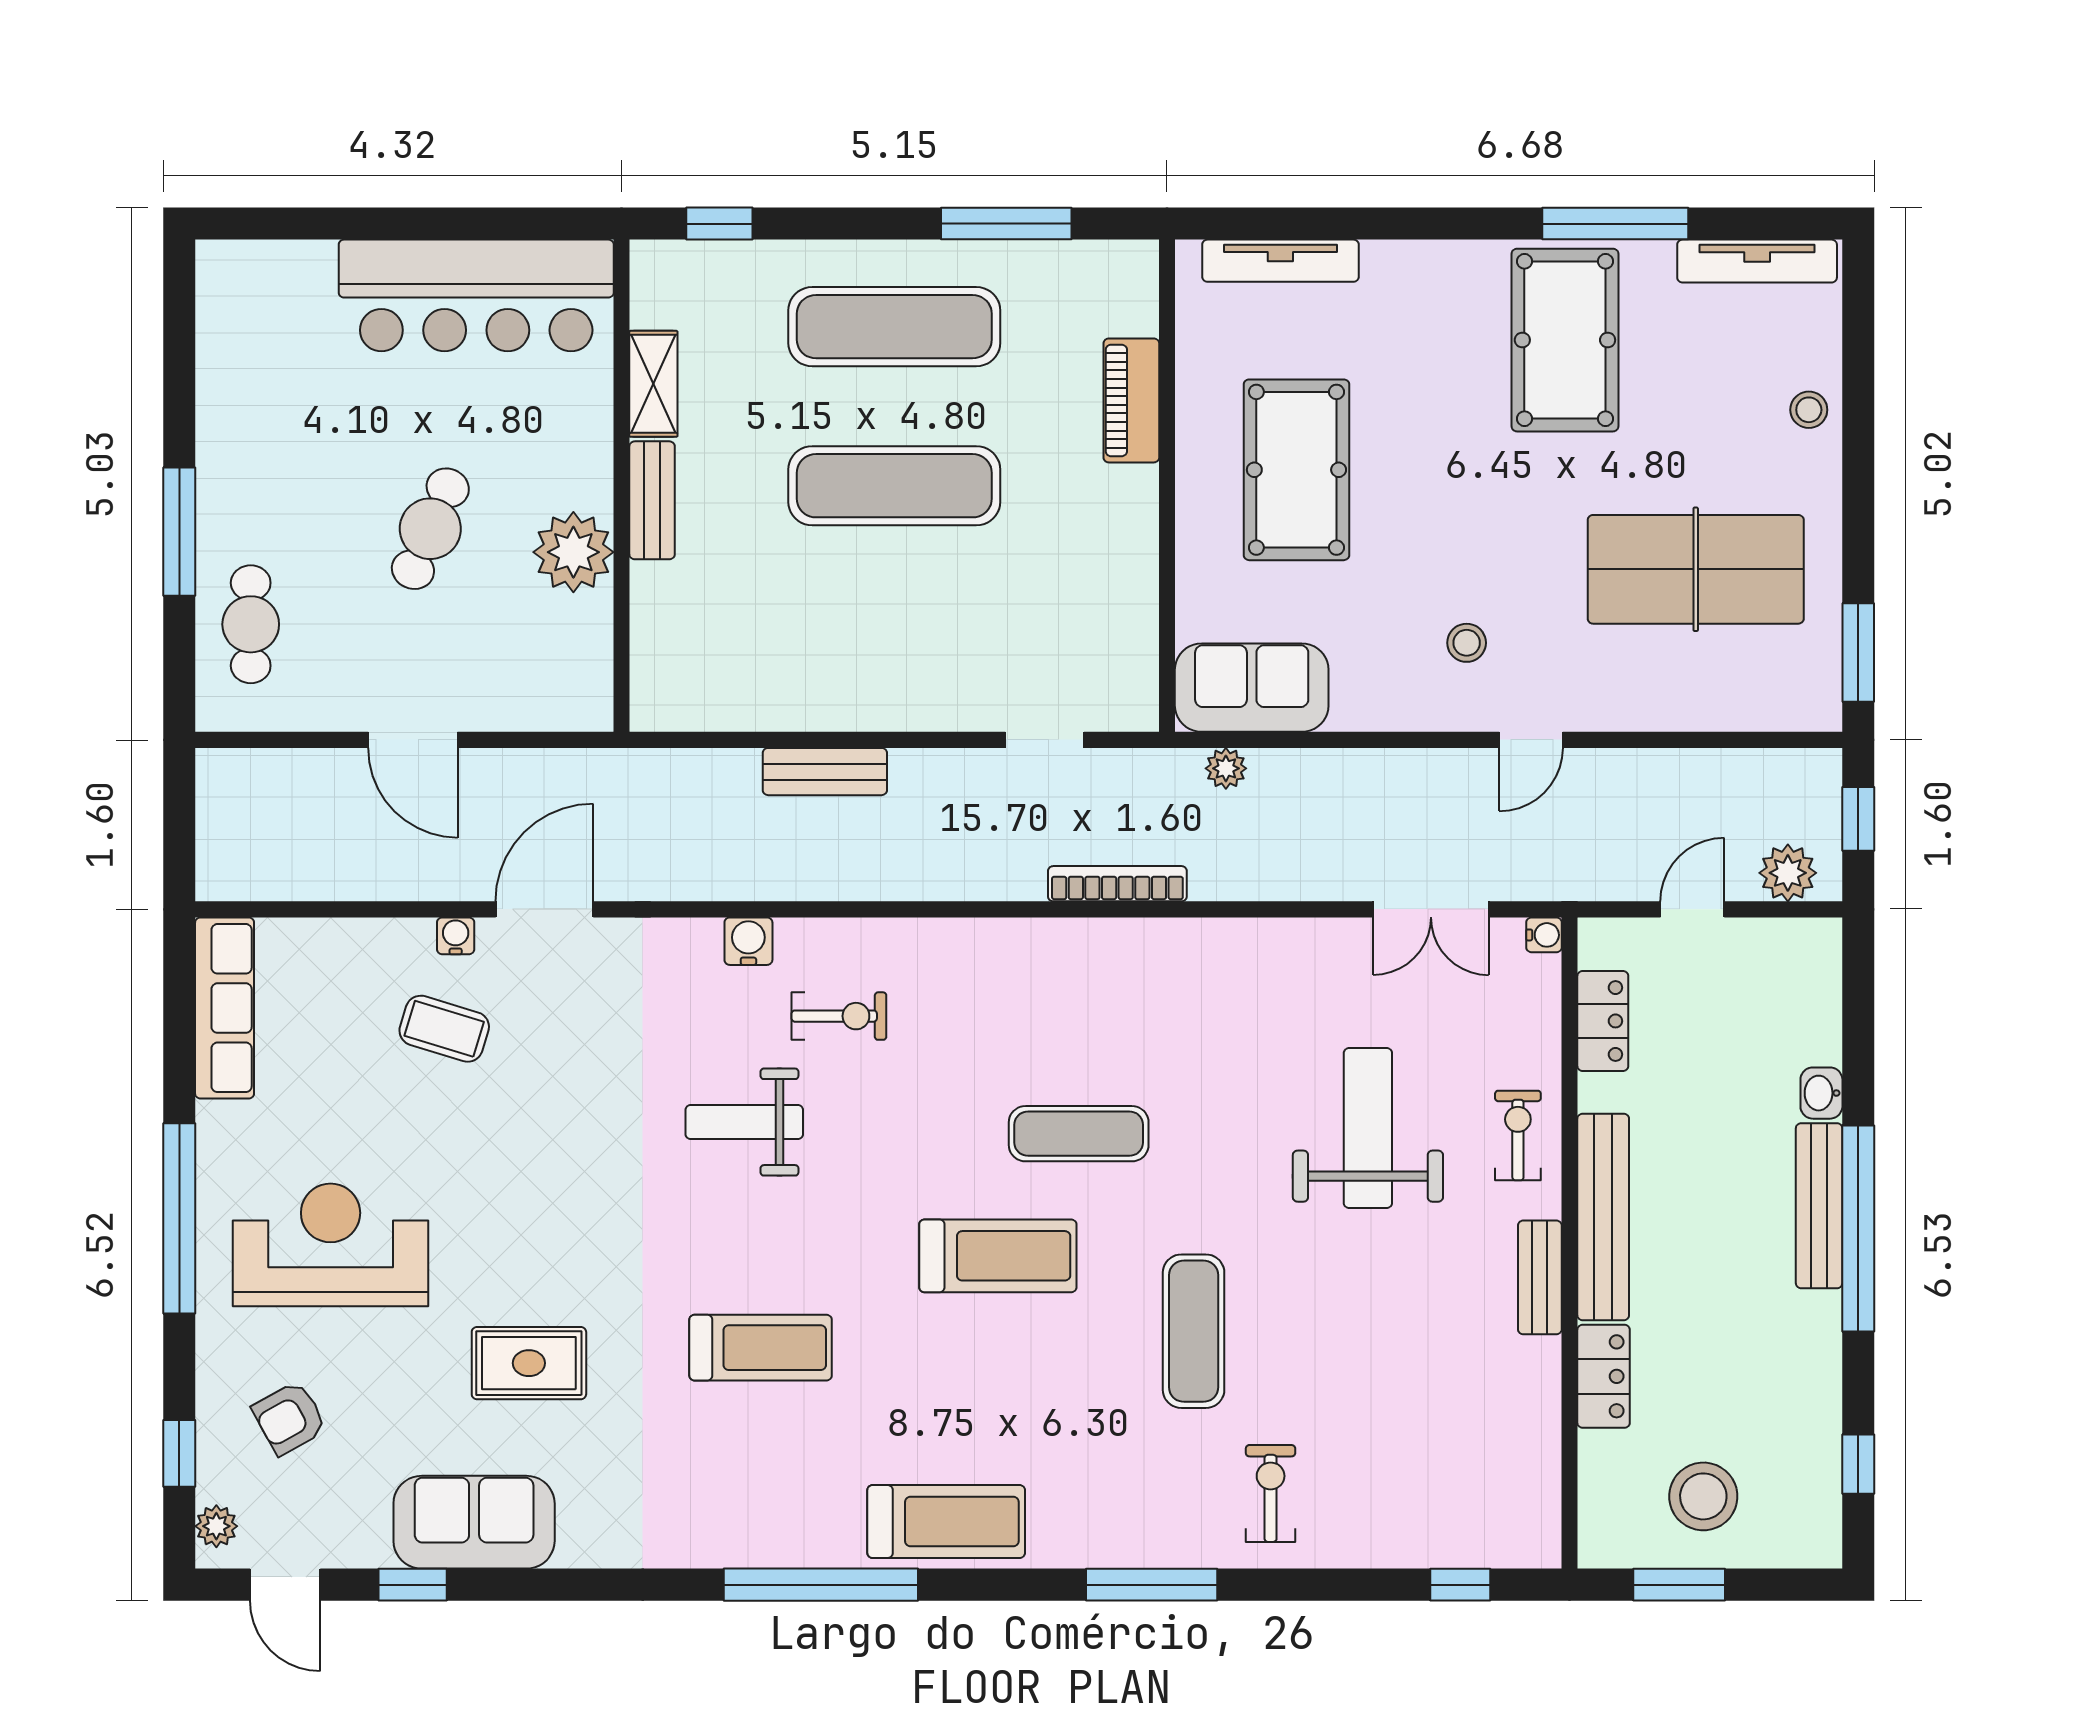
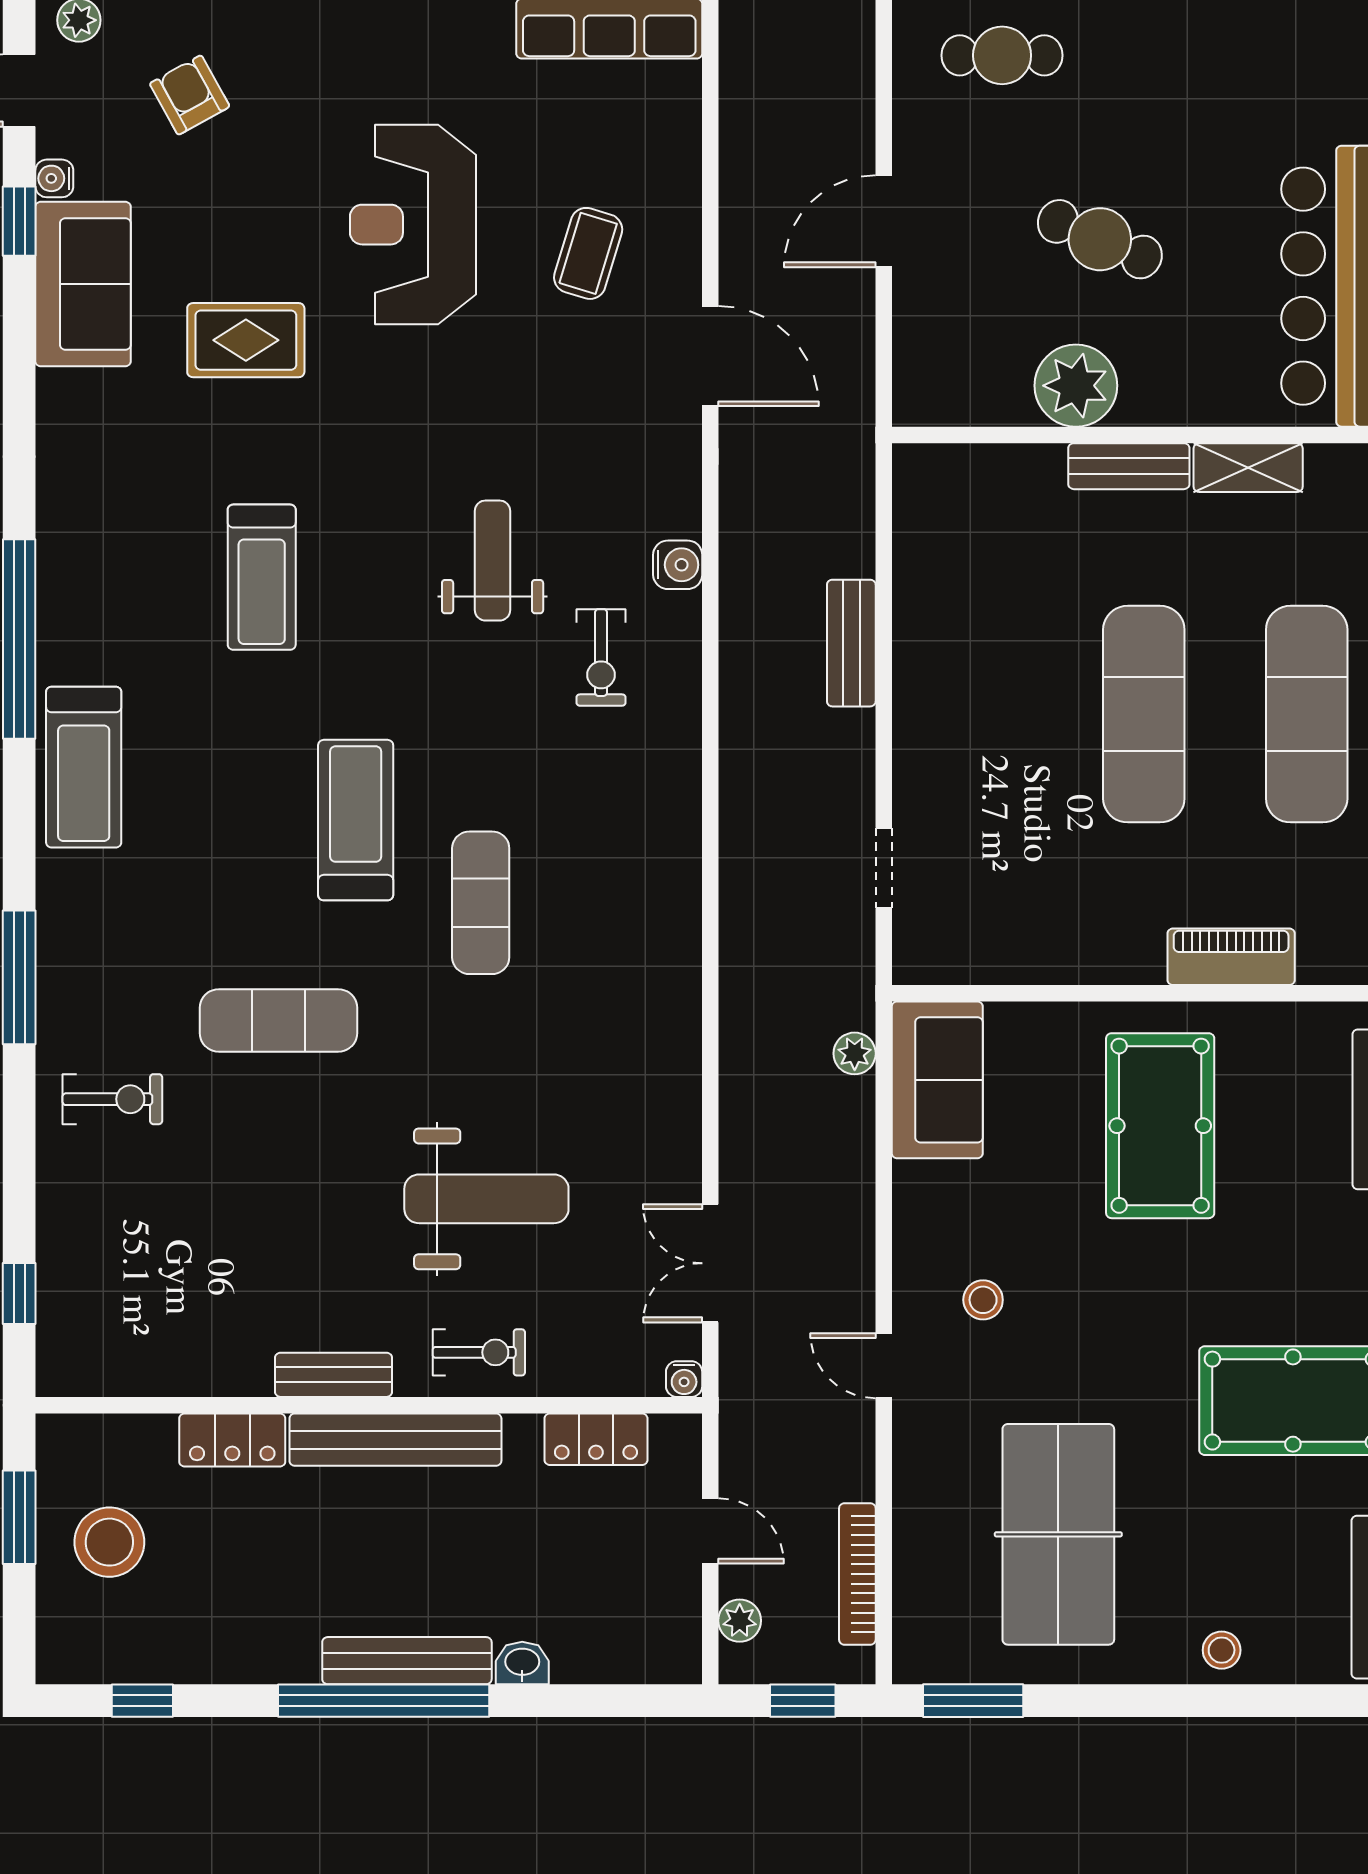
pool table: (1296, 470) -> (1160, 1126), turned 90
plant: (1788, 873) -> (740, 1621), width x0.73, depth x0.73
bookcase: (1117, 884) -> (857, 1574), moved, turned 180
water cooler: (456, 936) -> (54, 178), moved, turned 180
reception desk: (331, 1245) -> (413, 225), moved, turned 180
treadmill: (998, 1256) -> (356, 820), turned 180
rug: (529, 1363) -> (246, 340), turned 90

